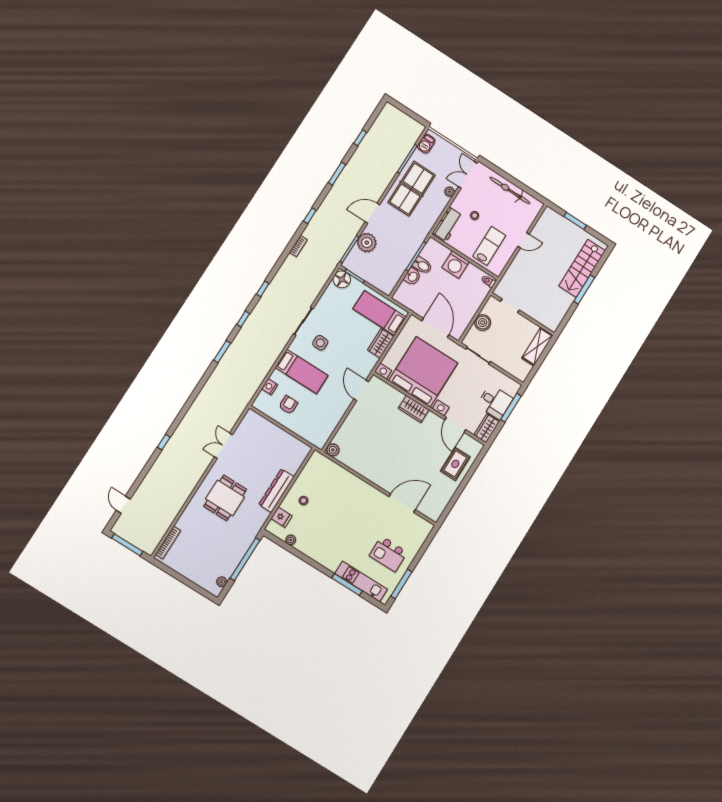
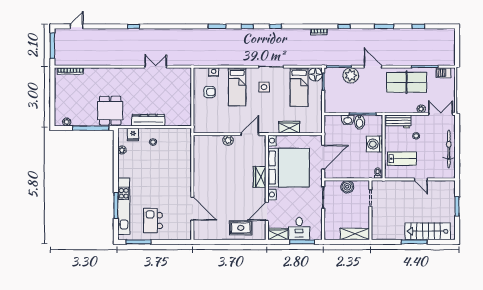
bed: (380, 313) -> (299, 87), moved, turned 180
plant: (333, 450) -> (228, 140), moved
dining table: (225, 498) -> (110, 111), moved, turned 90
kitchen unit: (361, 581) -> (124, 206), width x1.36

